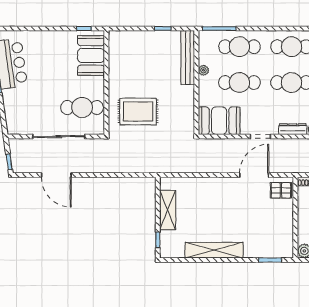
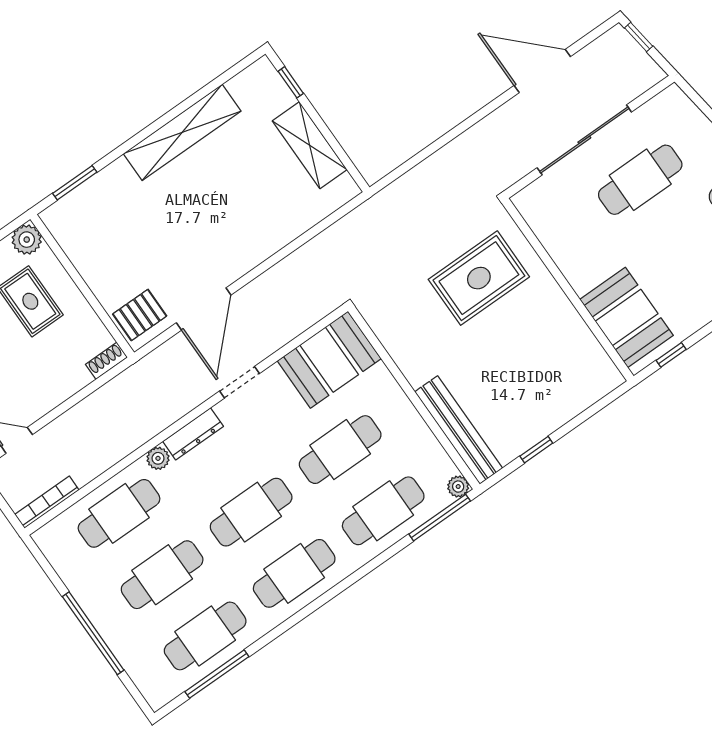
plant: (203, 70) -> (458, 487), moved
cafe table: (82, 108) -> (640, 180), moved

